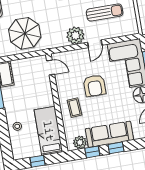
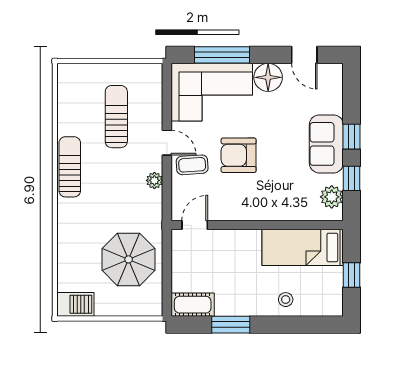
plant: (75, 36) -> (154, 180), width x0.53, depth x0.53
armchair: (95, 86) -> (239, 155), turned 180
coffee table: (74, 108) -> (192, 165), moved
sofa: (109, 134) -> (326, 144), width x0.73

